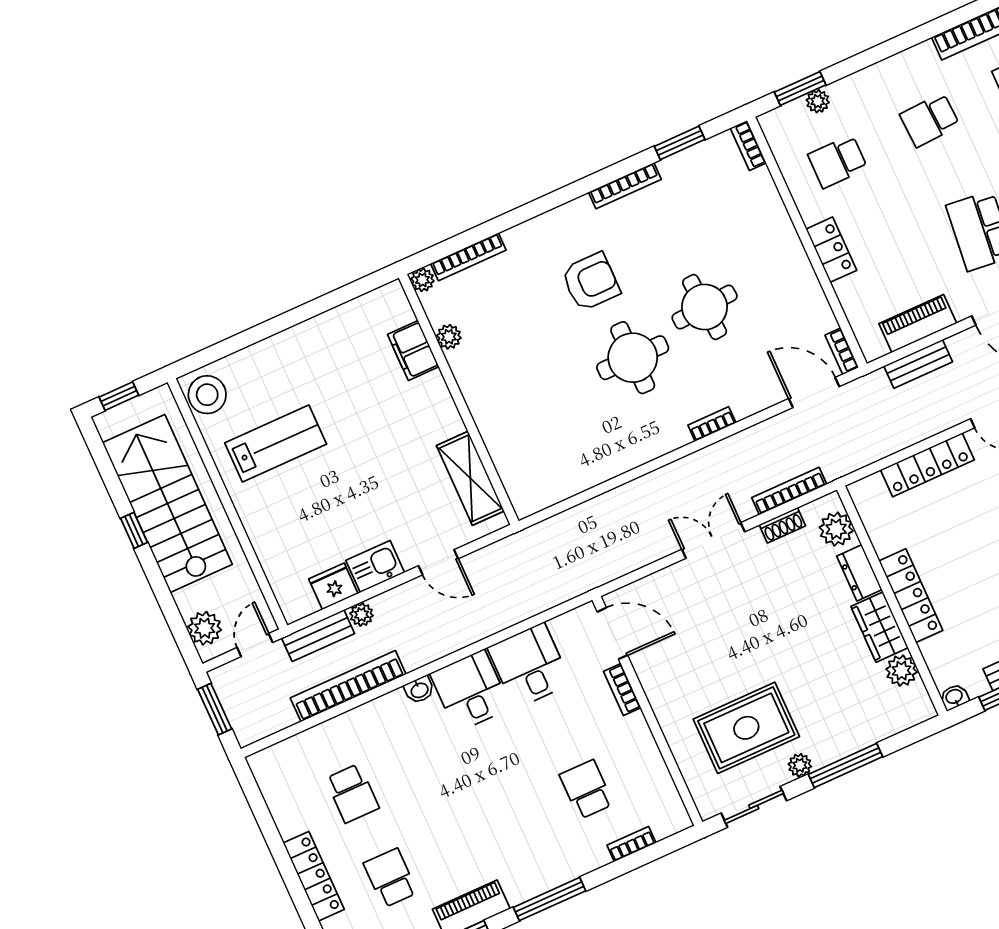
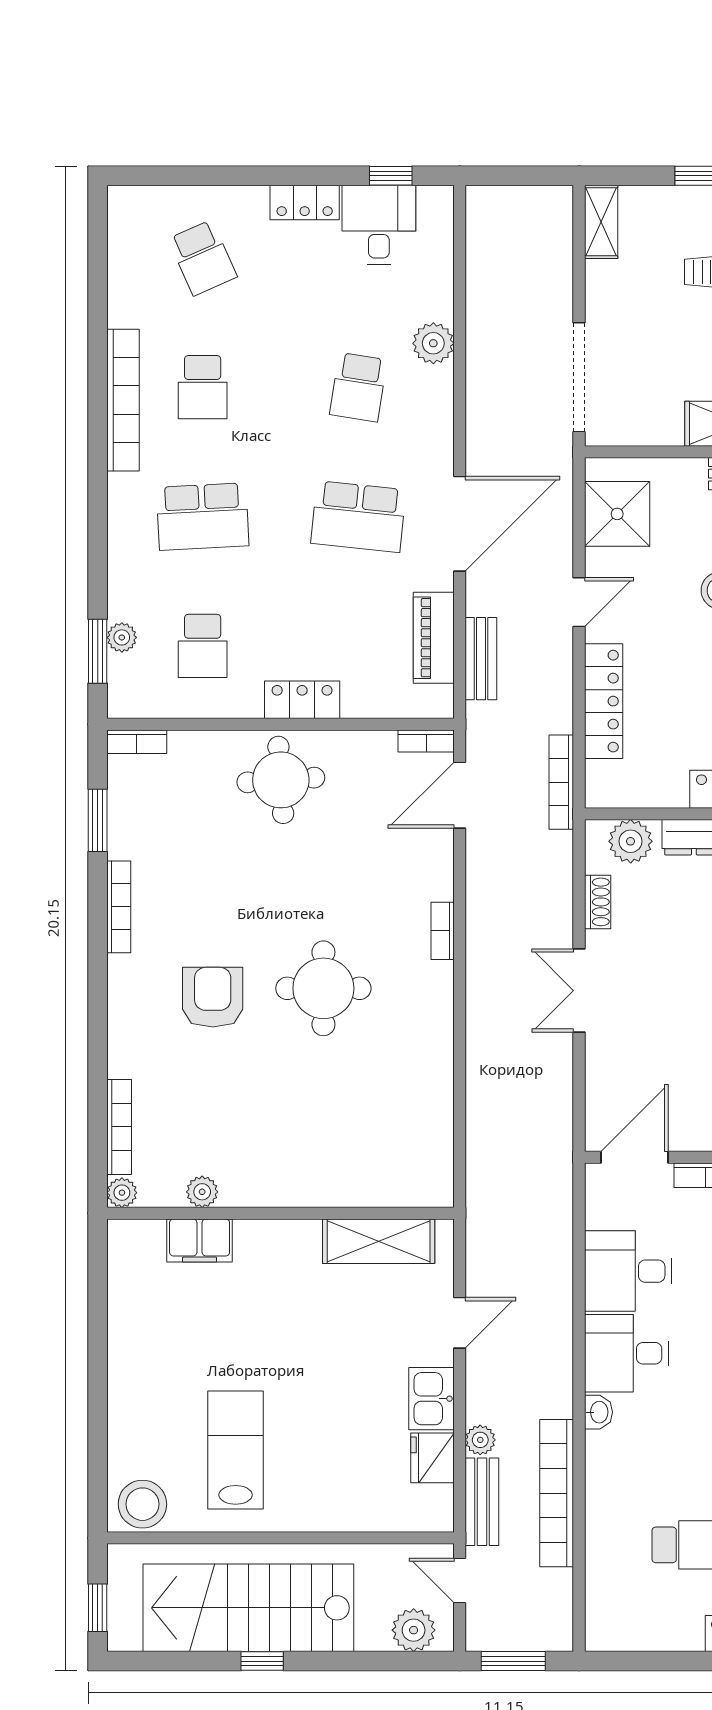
school desk: (930, 120) -> (203, 517), width x1.85
round table: (705, 307) -> (281, 780), moved
bookcase: (789, 491) -> (561, 782), moved

